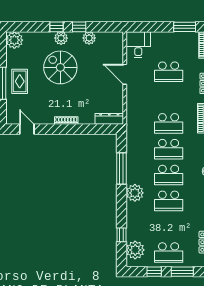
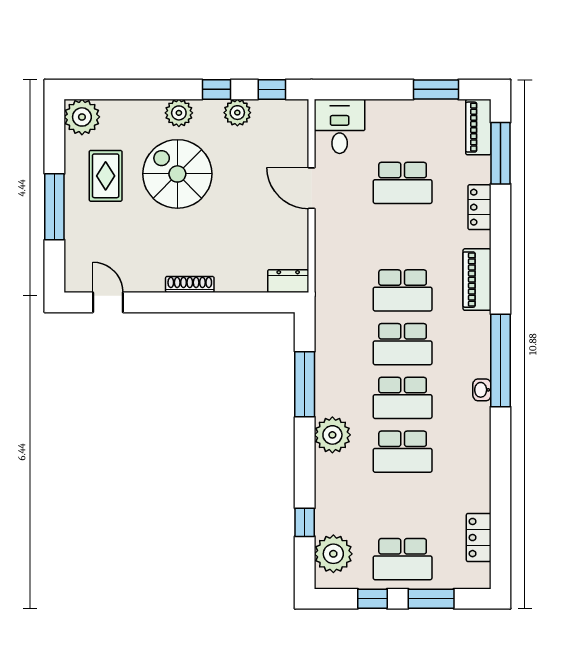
window: (56, 27) -> (272, 89), moved
rug: (20, 81) -> (106, 176), moved
dresser: (109, 119) -> (288, 281), width x0.70

